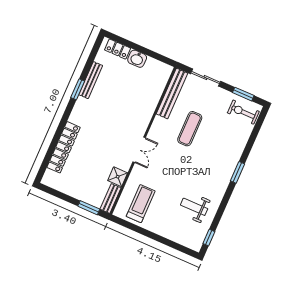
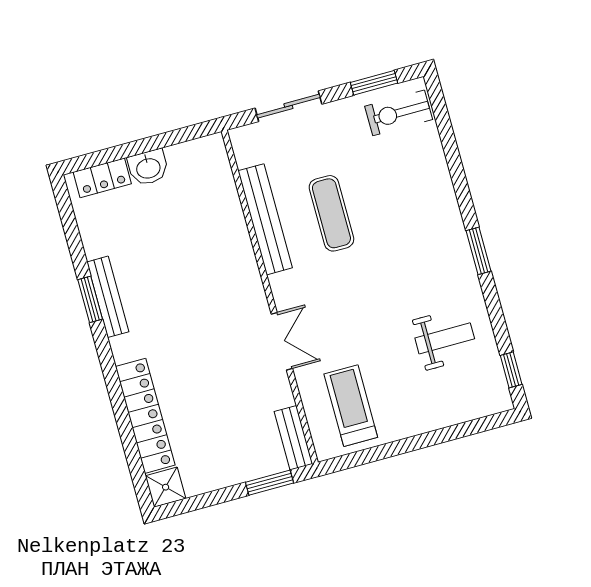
bench: (91, 80) -> (108, 297), moved
bench: (172, 94) -> (265, 219), moved
double door: (139, 150) -> (282, 341), moved
window: (237, 172) -> (479, 251), moved
shower: (118, 177) -> (166, 487), moved
weight bench: (194, 207) -> (445, 338), turned 180

